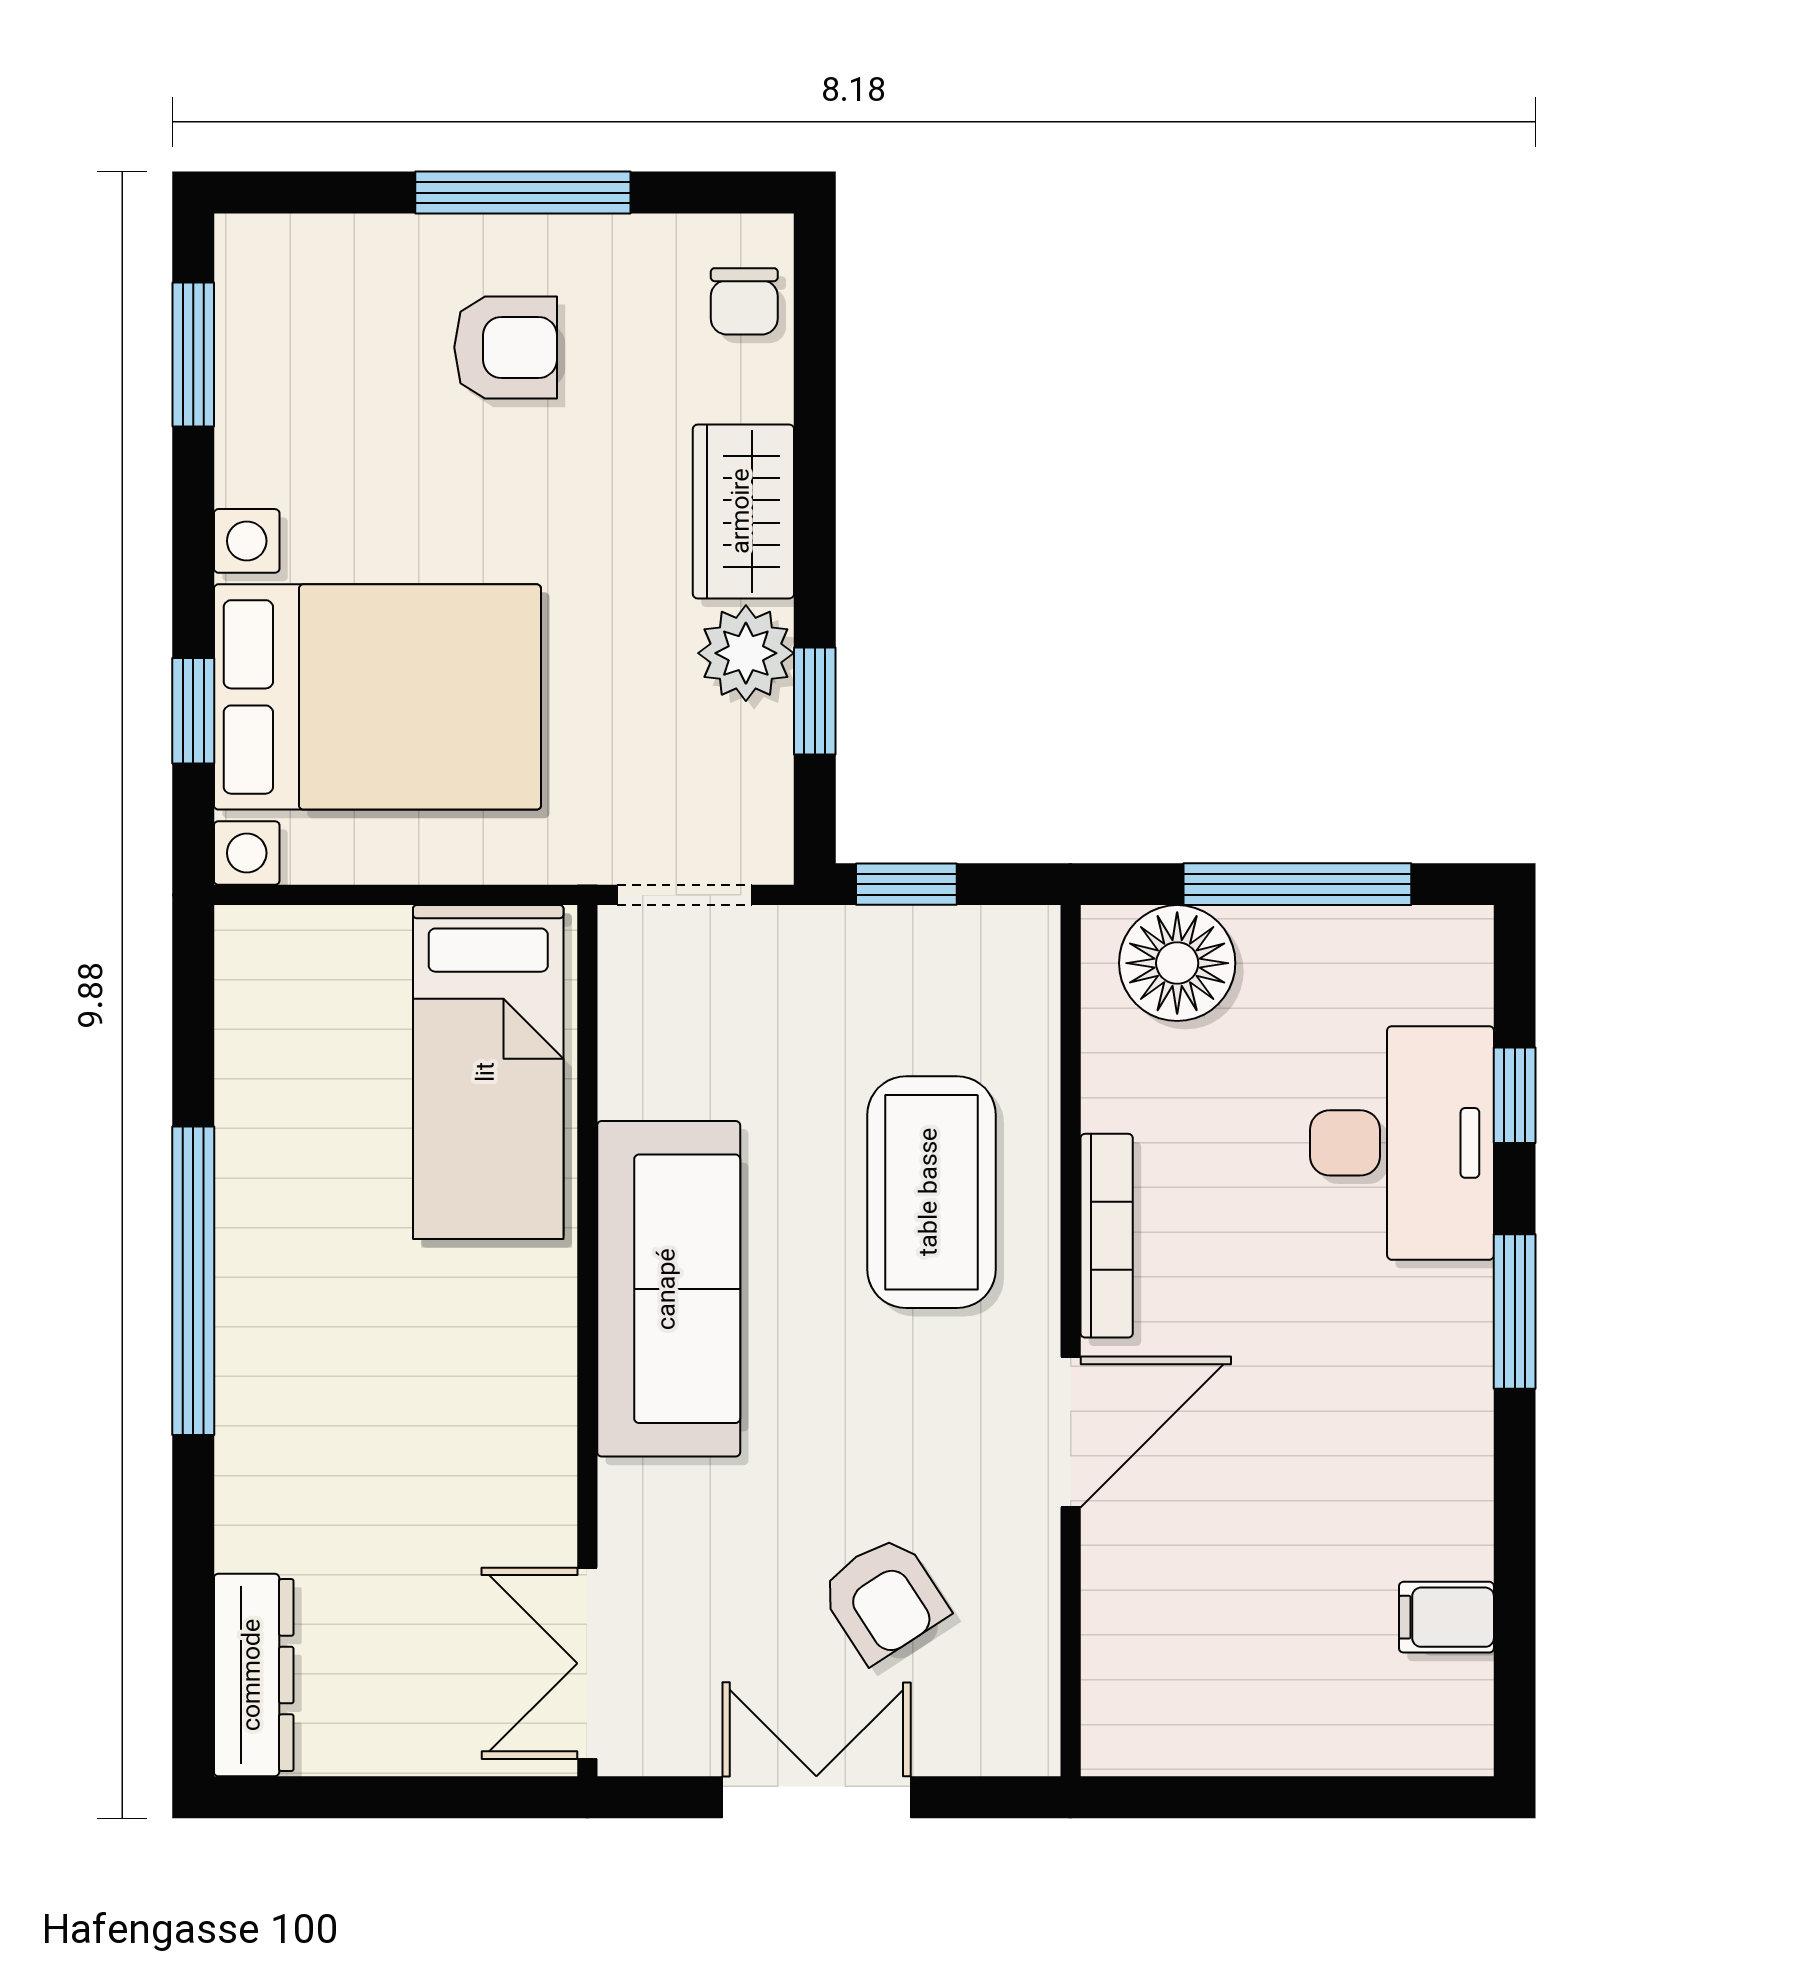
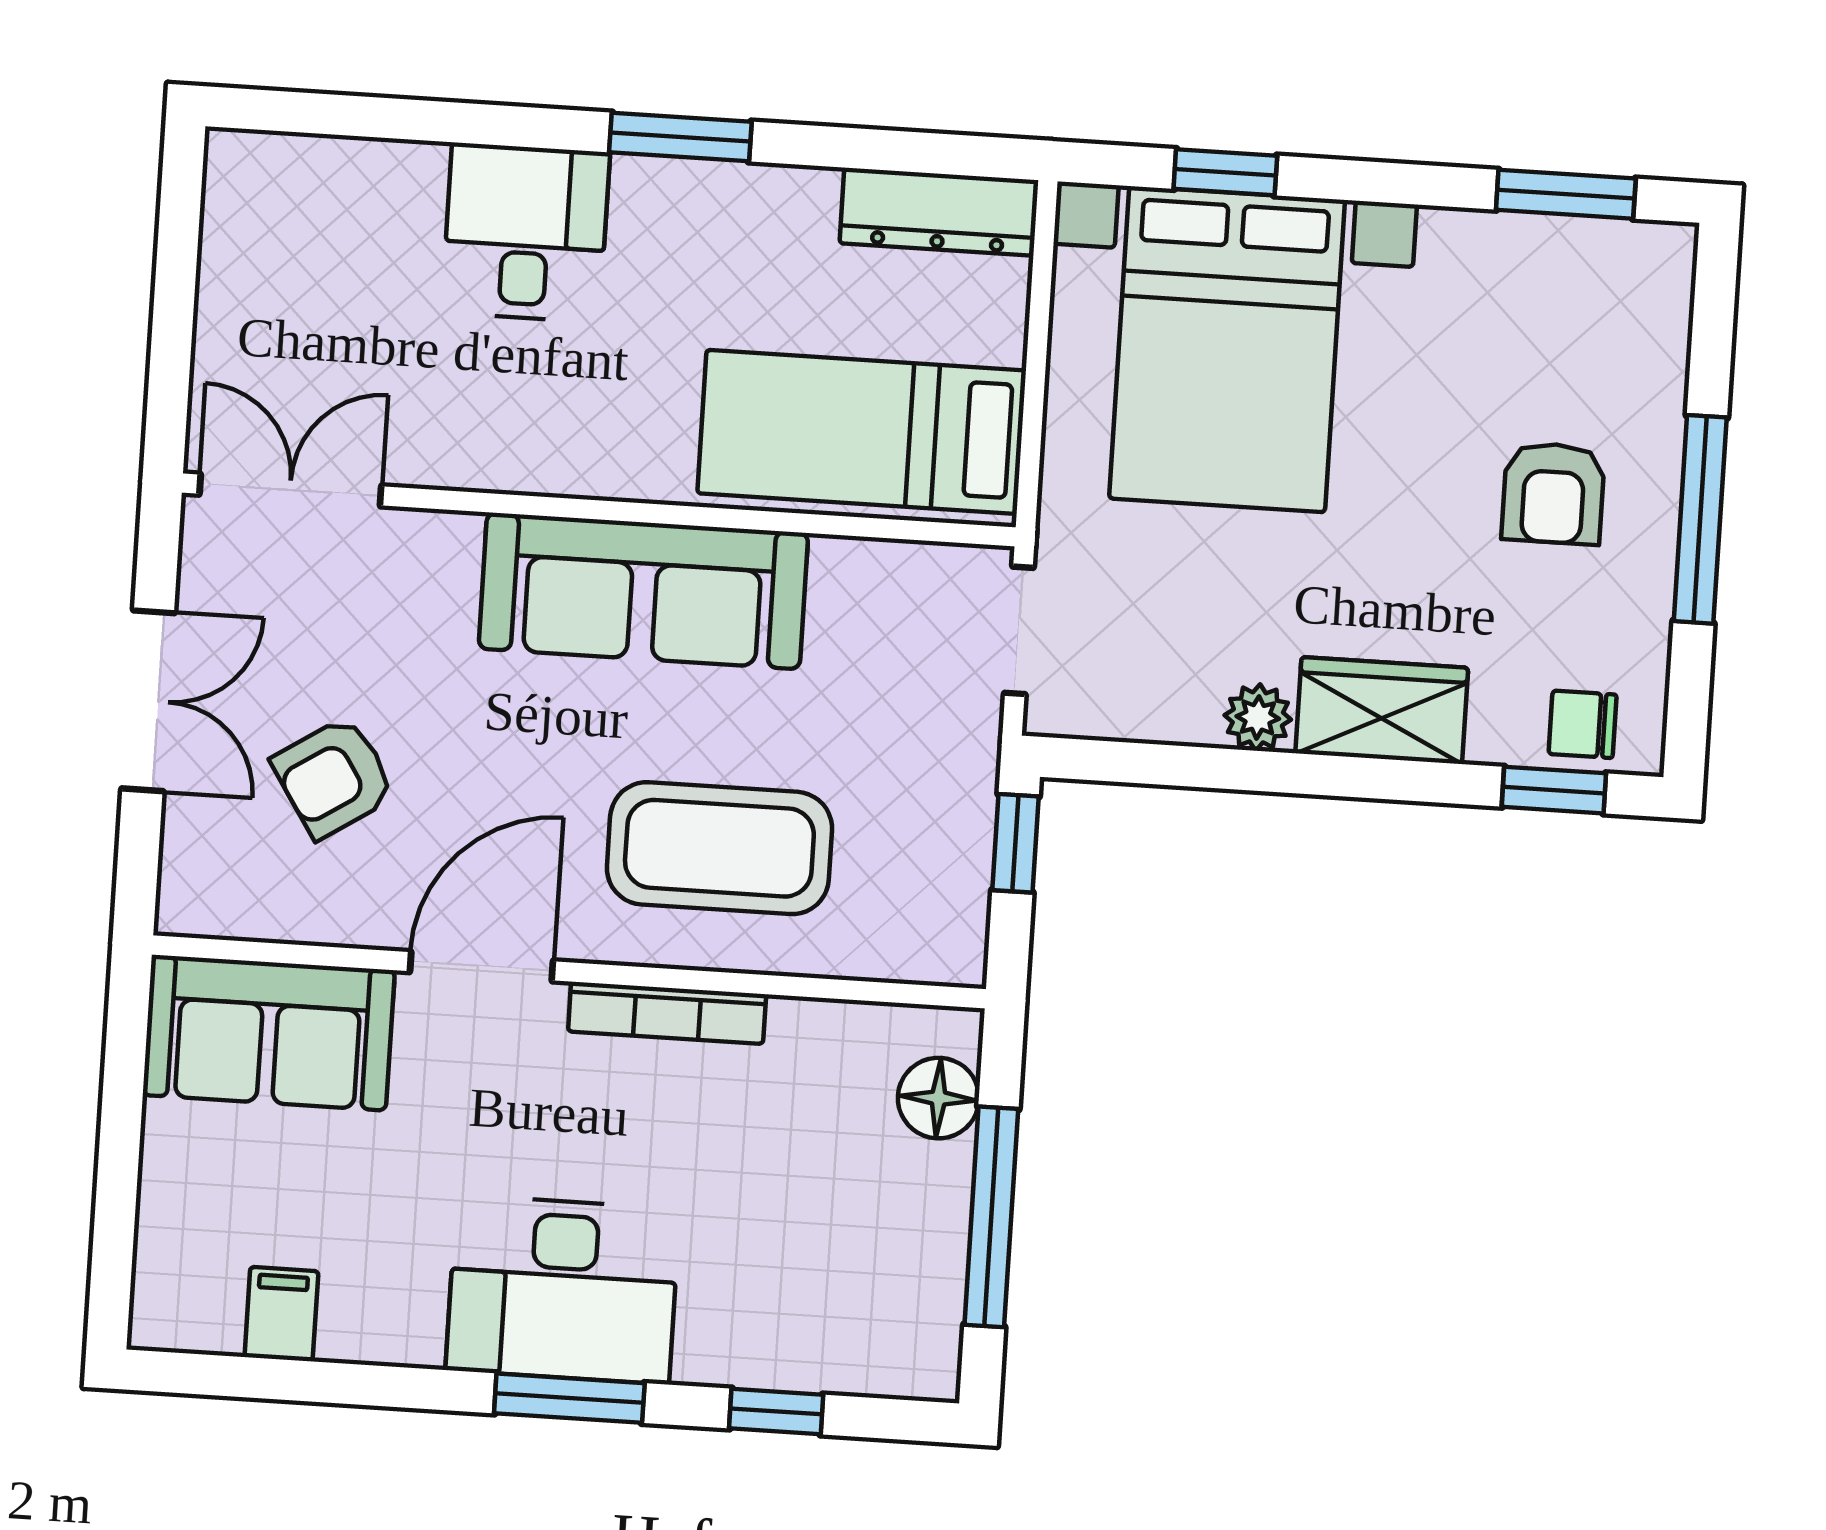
plant: (746, 653) -> (1258, 717), width x0.73, depth x0.73
window: (815, 701) -> (1554, 790), moved
floor lamp: (1177, 963) -> (938, 1098), width x0.73, depth x0.73
desk: (1402, 1143) -> (563, 1290), moved
window: (193, 1281) -> (680, 137), width x0.47
door: (1071, 1432) -> (482, 966), swing flipped
desk: (303, 1436) -> (526, 232), added
sofa: (1154, 1649) -> (269, 1033), added
dresser: (254, 1675) -> (939, 212), moved

